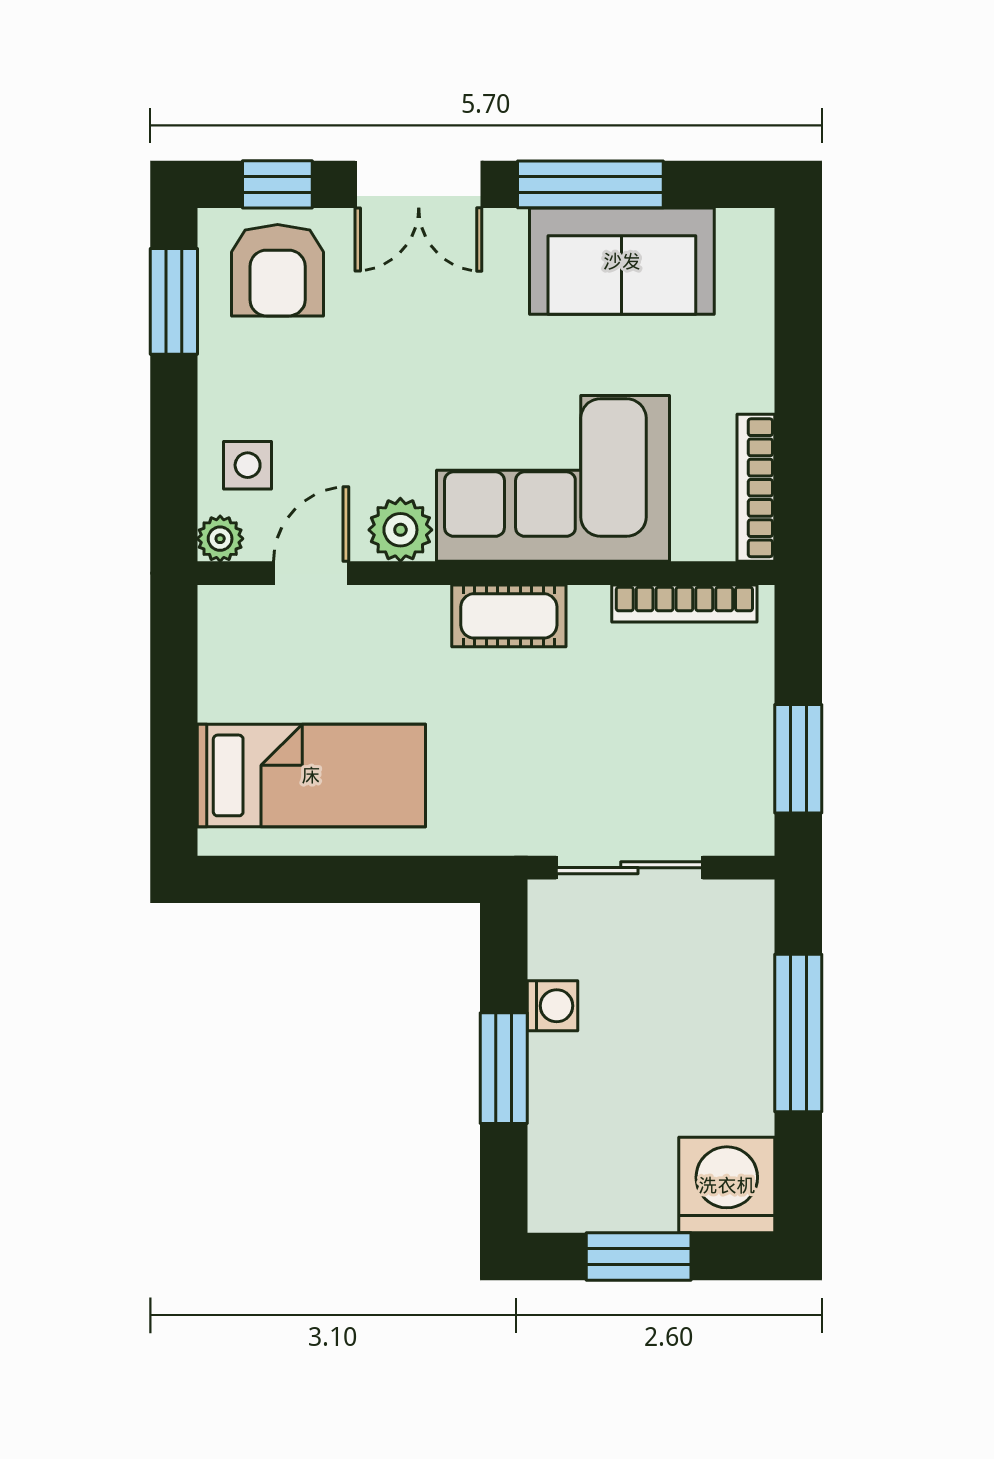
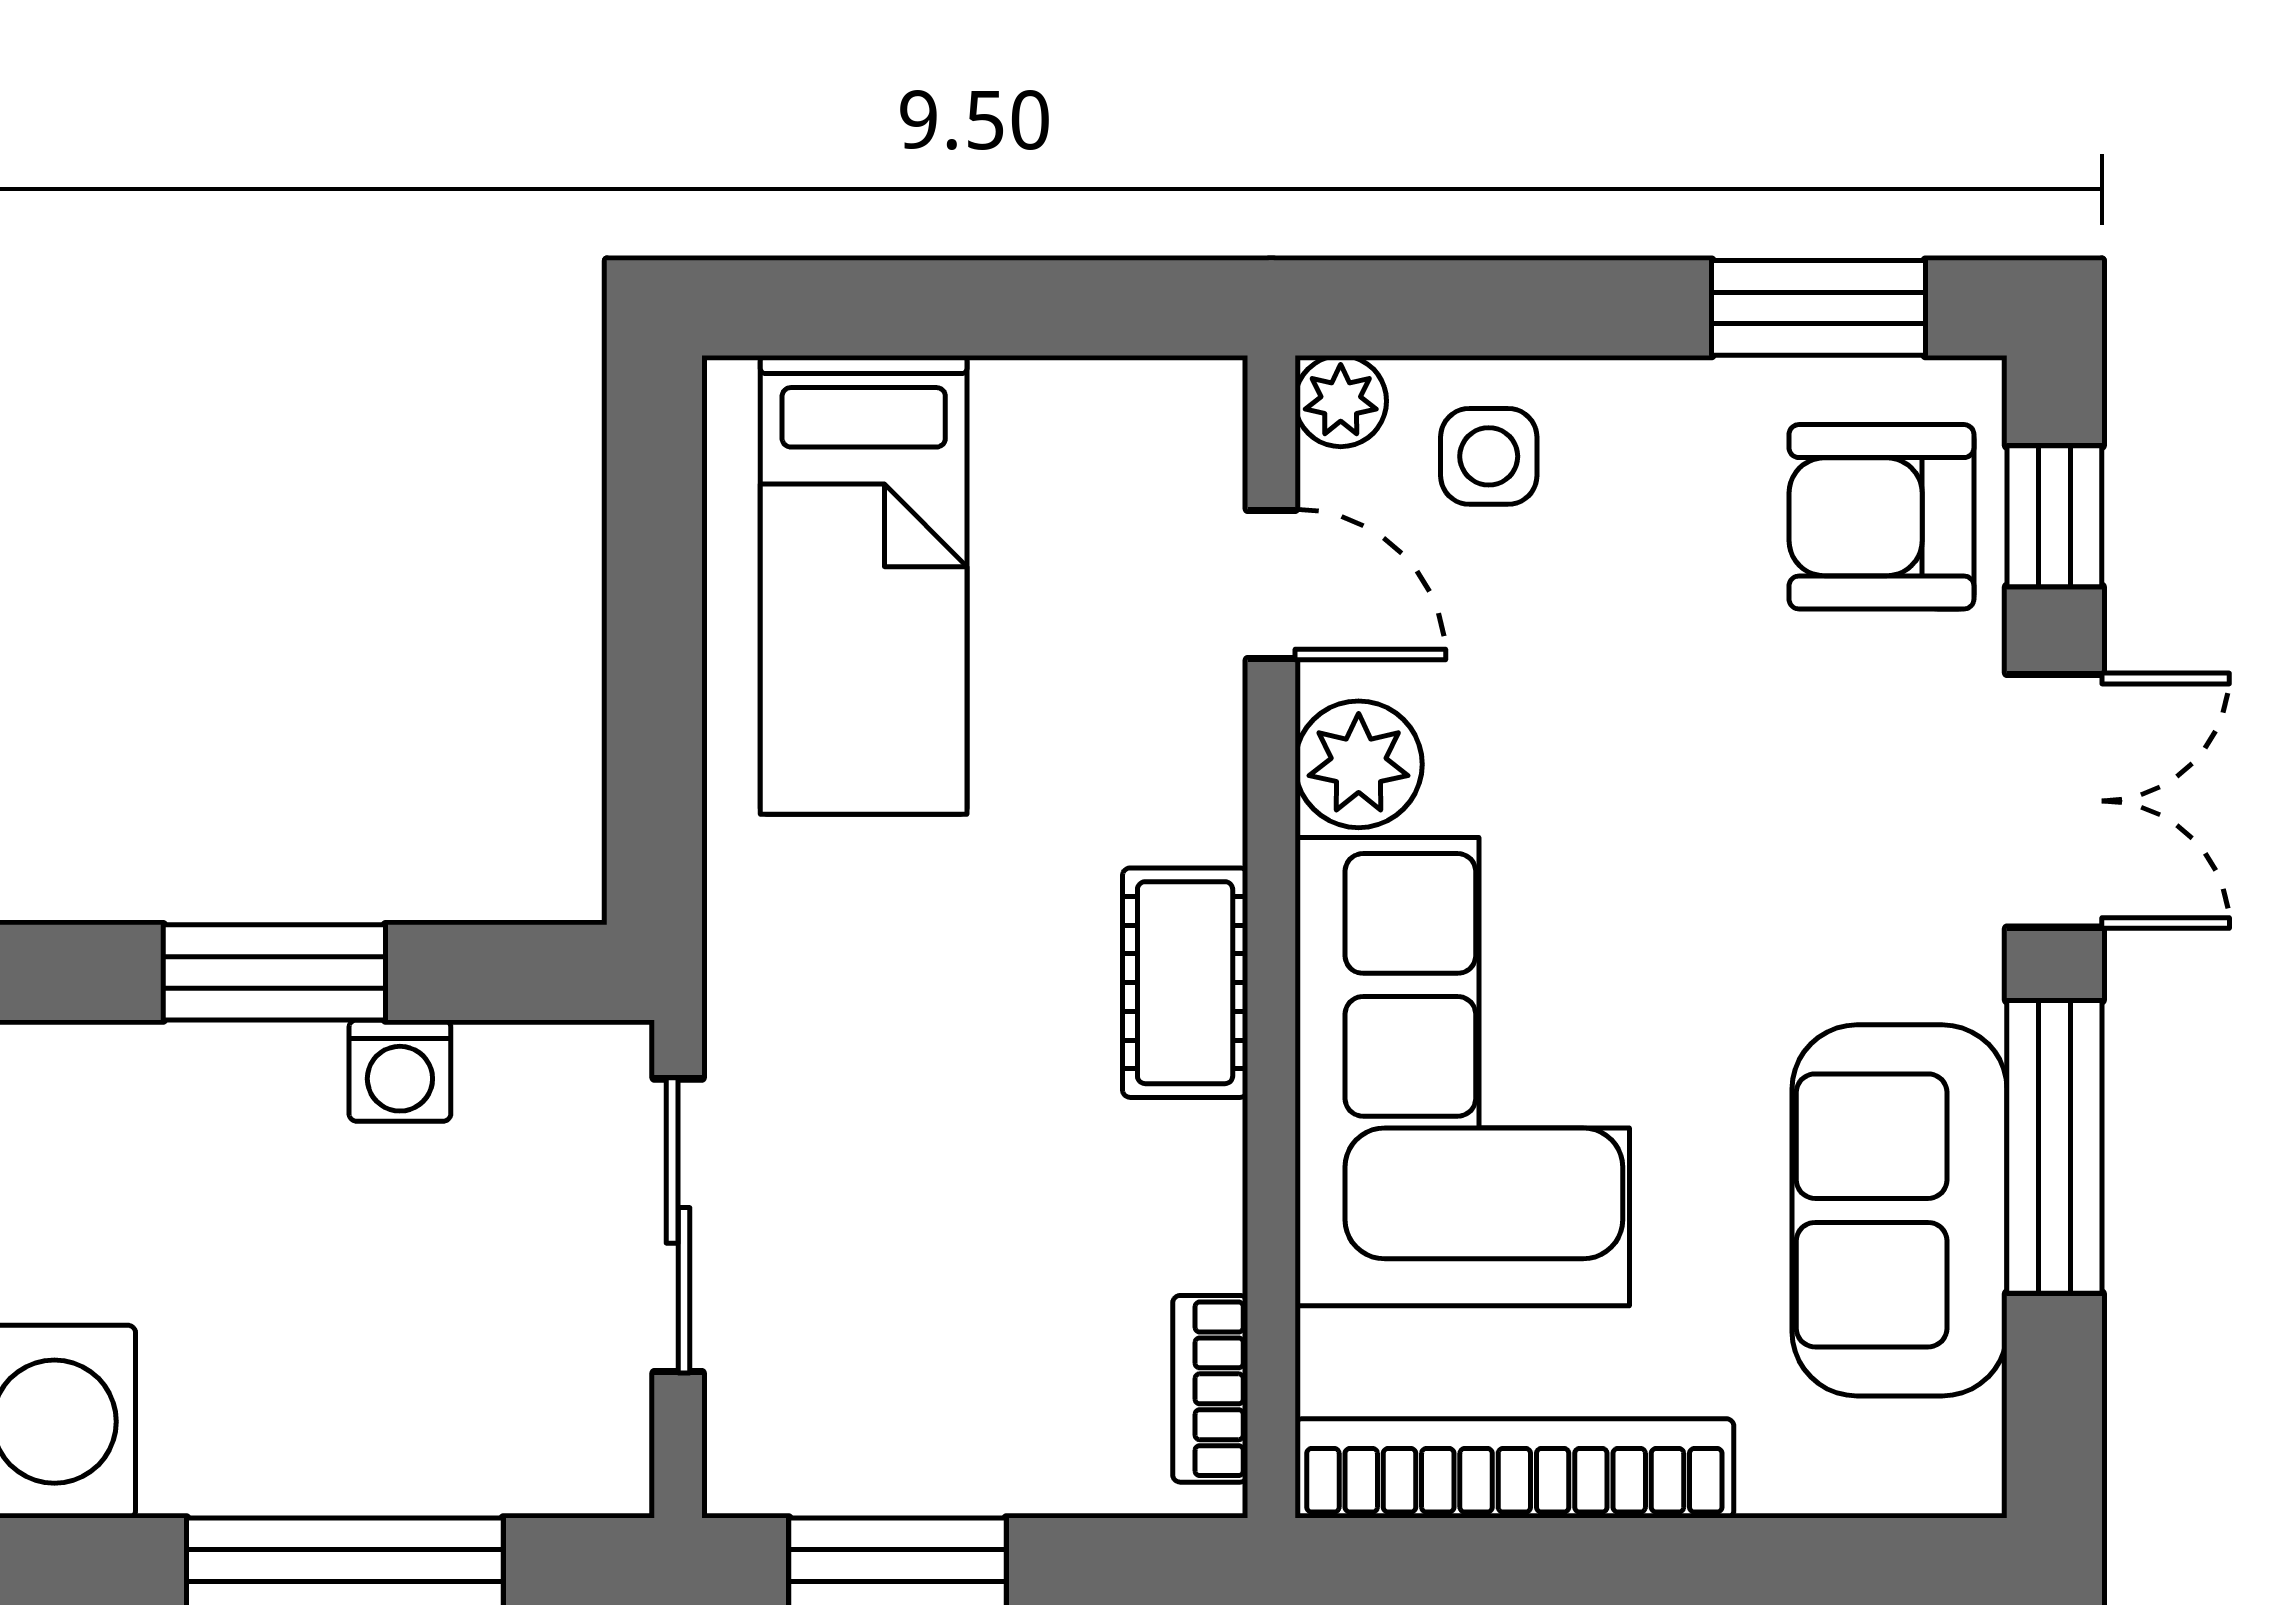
double door: (419, 184) -> (2054, 801), swing flipped
bookcase: (756, 488) -> (1514, 1468), width x1.48, depth x1.31
bookcase: (684, 603) -> (1210, 1389), width x0.64

